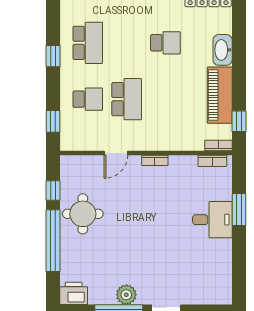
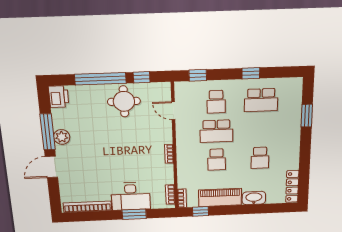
school desk: (165, 99) -> (217, 160), added
door: (116, 153) -> (173, 111), moved
desk: (212, 220) -> (131, 196), width x1.37
bookcase: (225, 270) -> (87, 207), added

